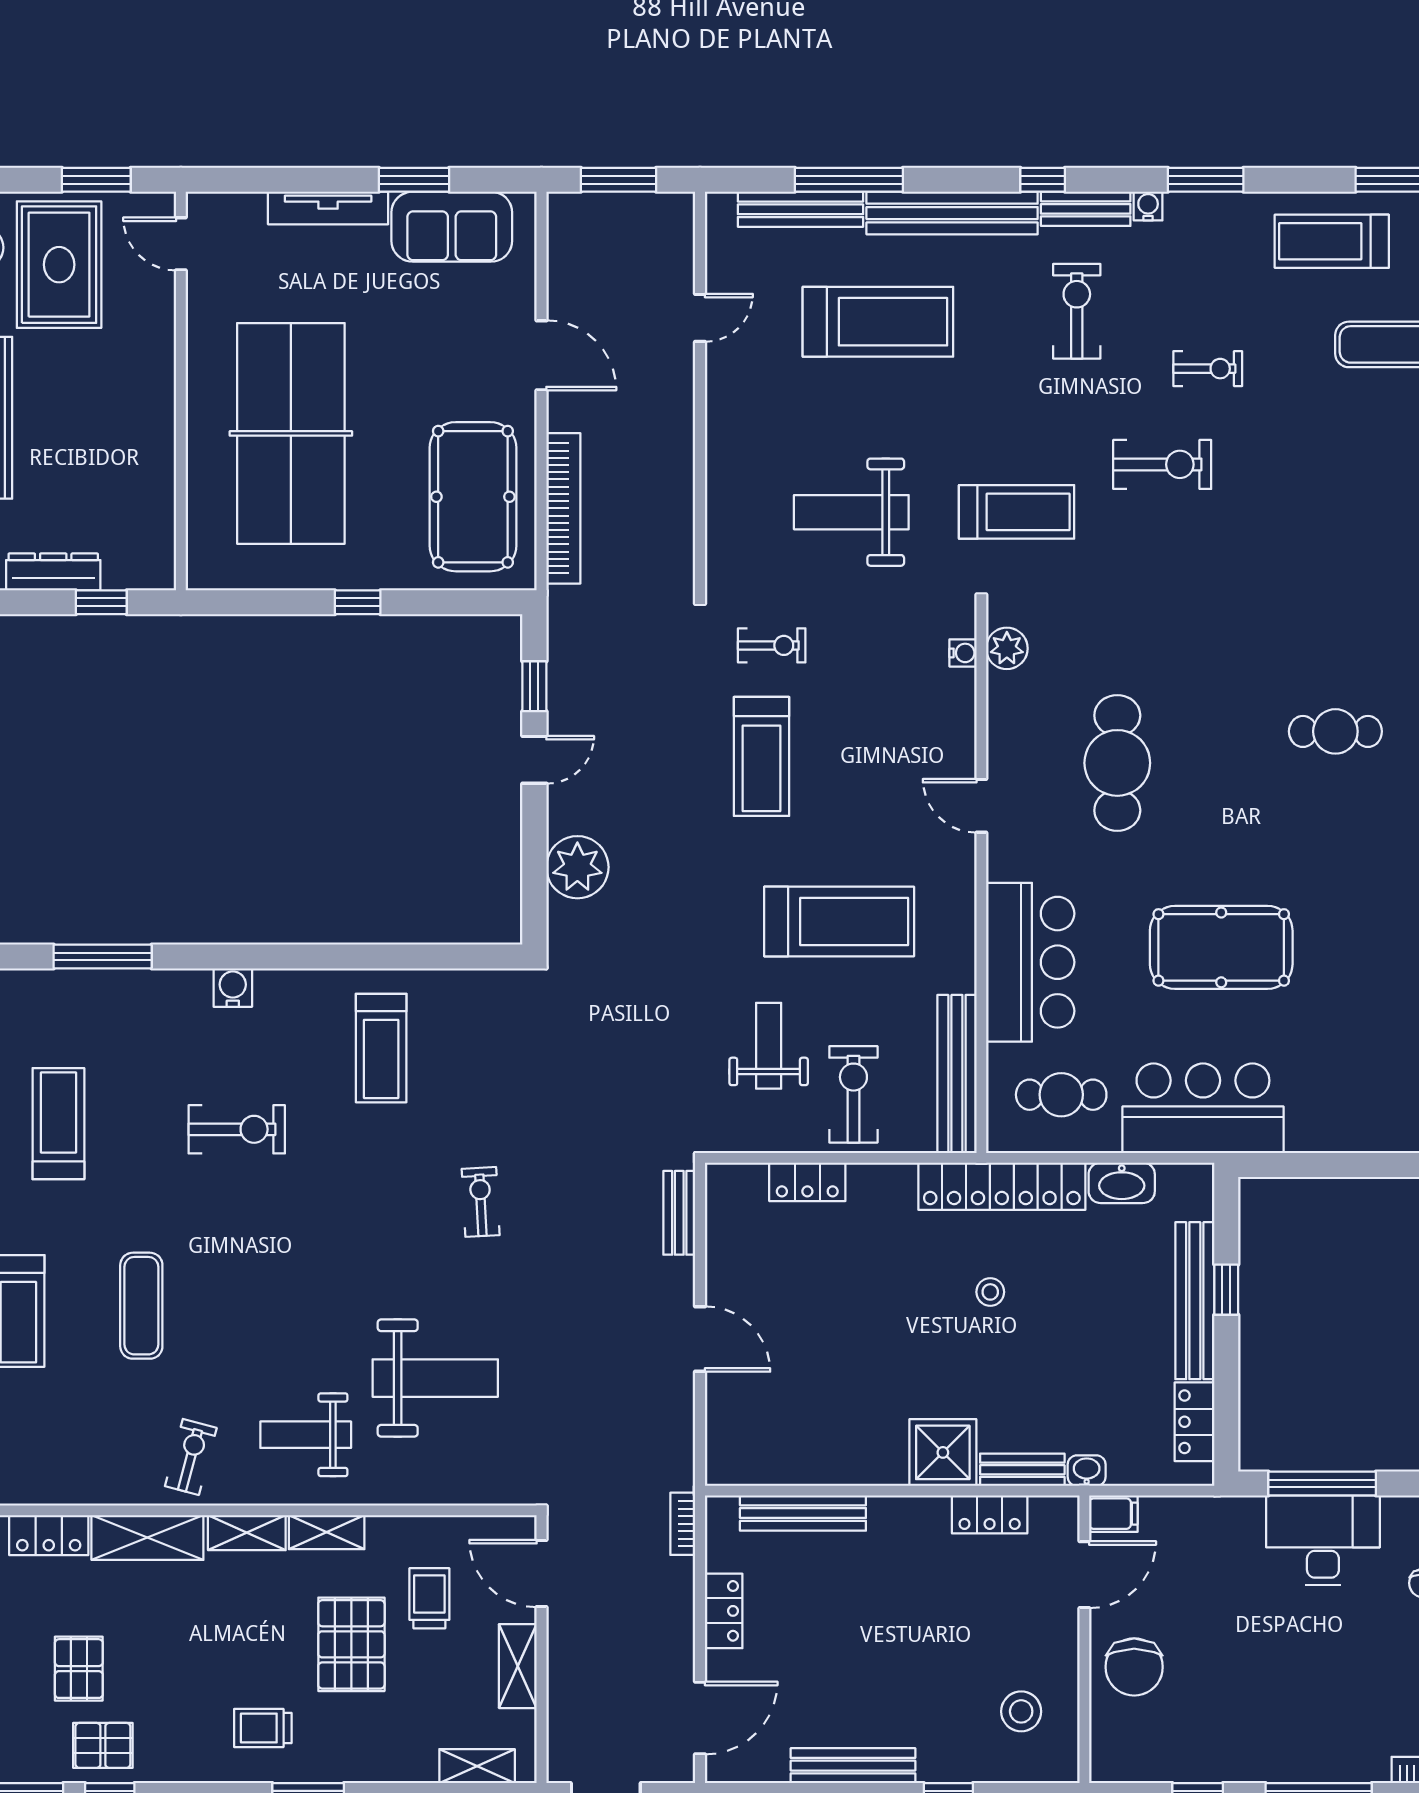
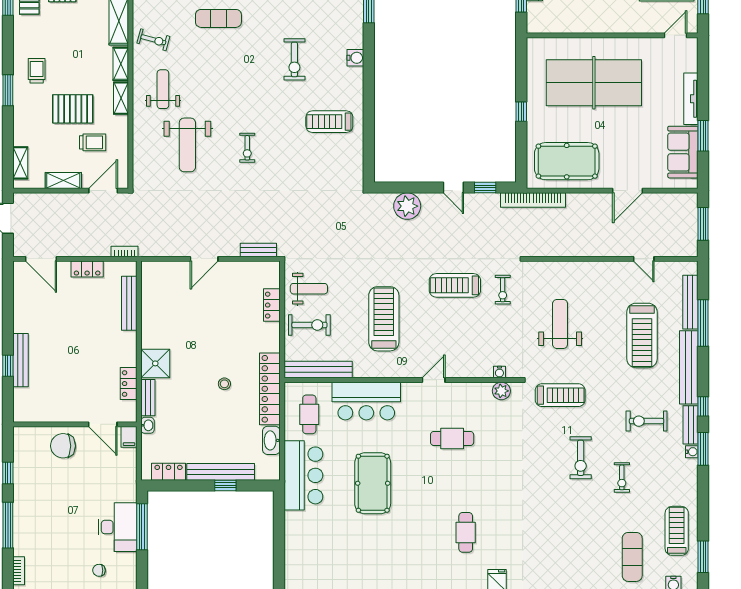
window: (1206, 180) -> (703, 449), moved
exercise bike: (1077, 311) -> (647, 421), turned 180
bookcase: (563, 508) -> (533, 200), moved
treadmill: (1017, 512) -> (560, 395), turned -90
cafe table: (1117, 763) -> (452, 438), width x0.73, depth x0.74
treadmill: (839, 922) -> (384, 319), turned 180
weight bench: (769, 1046) -> (309, 289), moved
exercise bike: (481, 1202) -> (247, 148), moved, turned 93
stool: (1021, 1711) -> (44, 397), removed
bench: (853, 1766) -> (20, 360), moved

